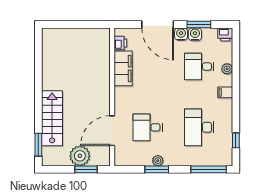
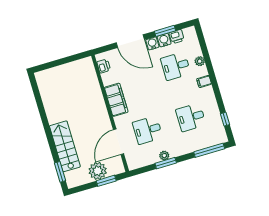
printer: (225, 34) -> (177, 37), moved
filing cabinet: (123, 68) -> (116, 100), moved
desk: (199, 127) -> (191, 117), width x0.73

